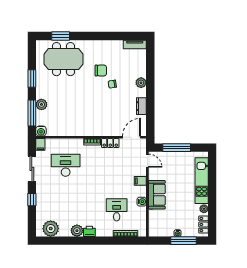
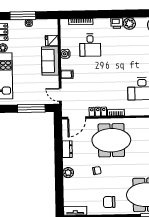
chair: (101, 70) -> (109, 202), moved
meeting table: (97, 114) -> (111, 140), added
fridge: (155, 215) -> (52, 41), added

